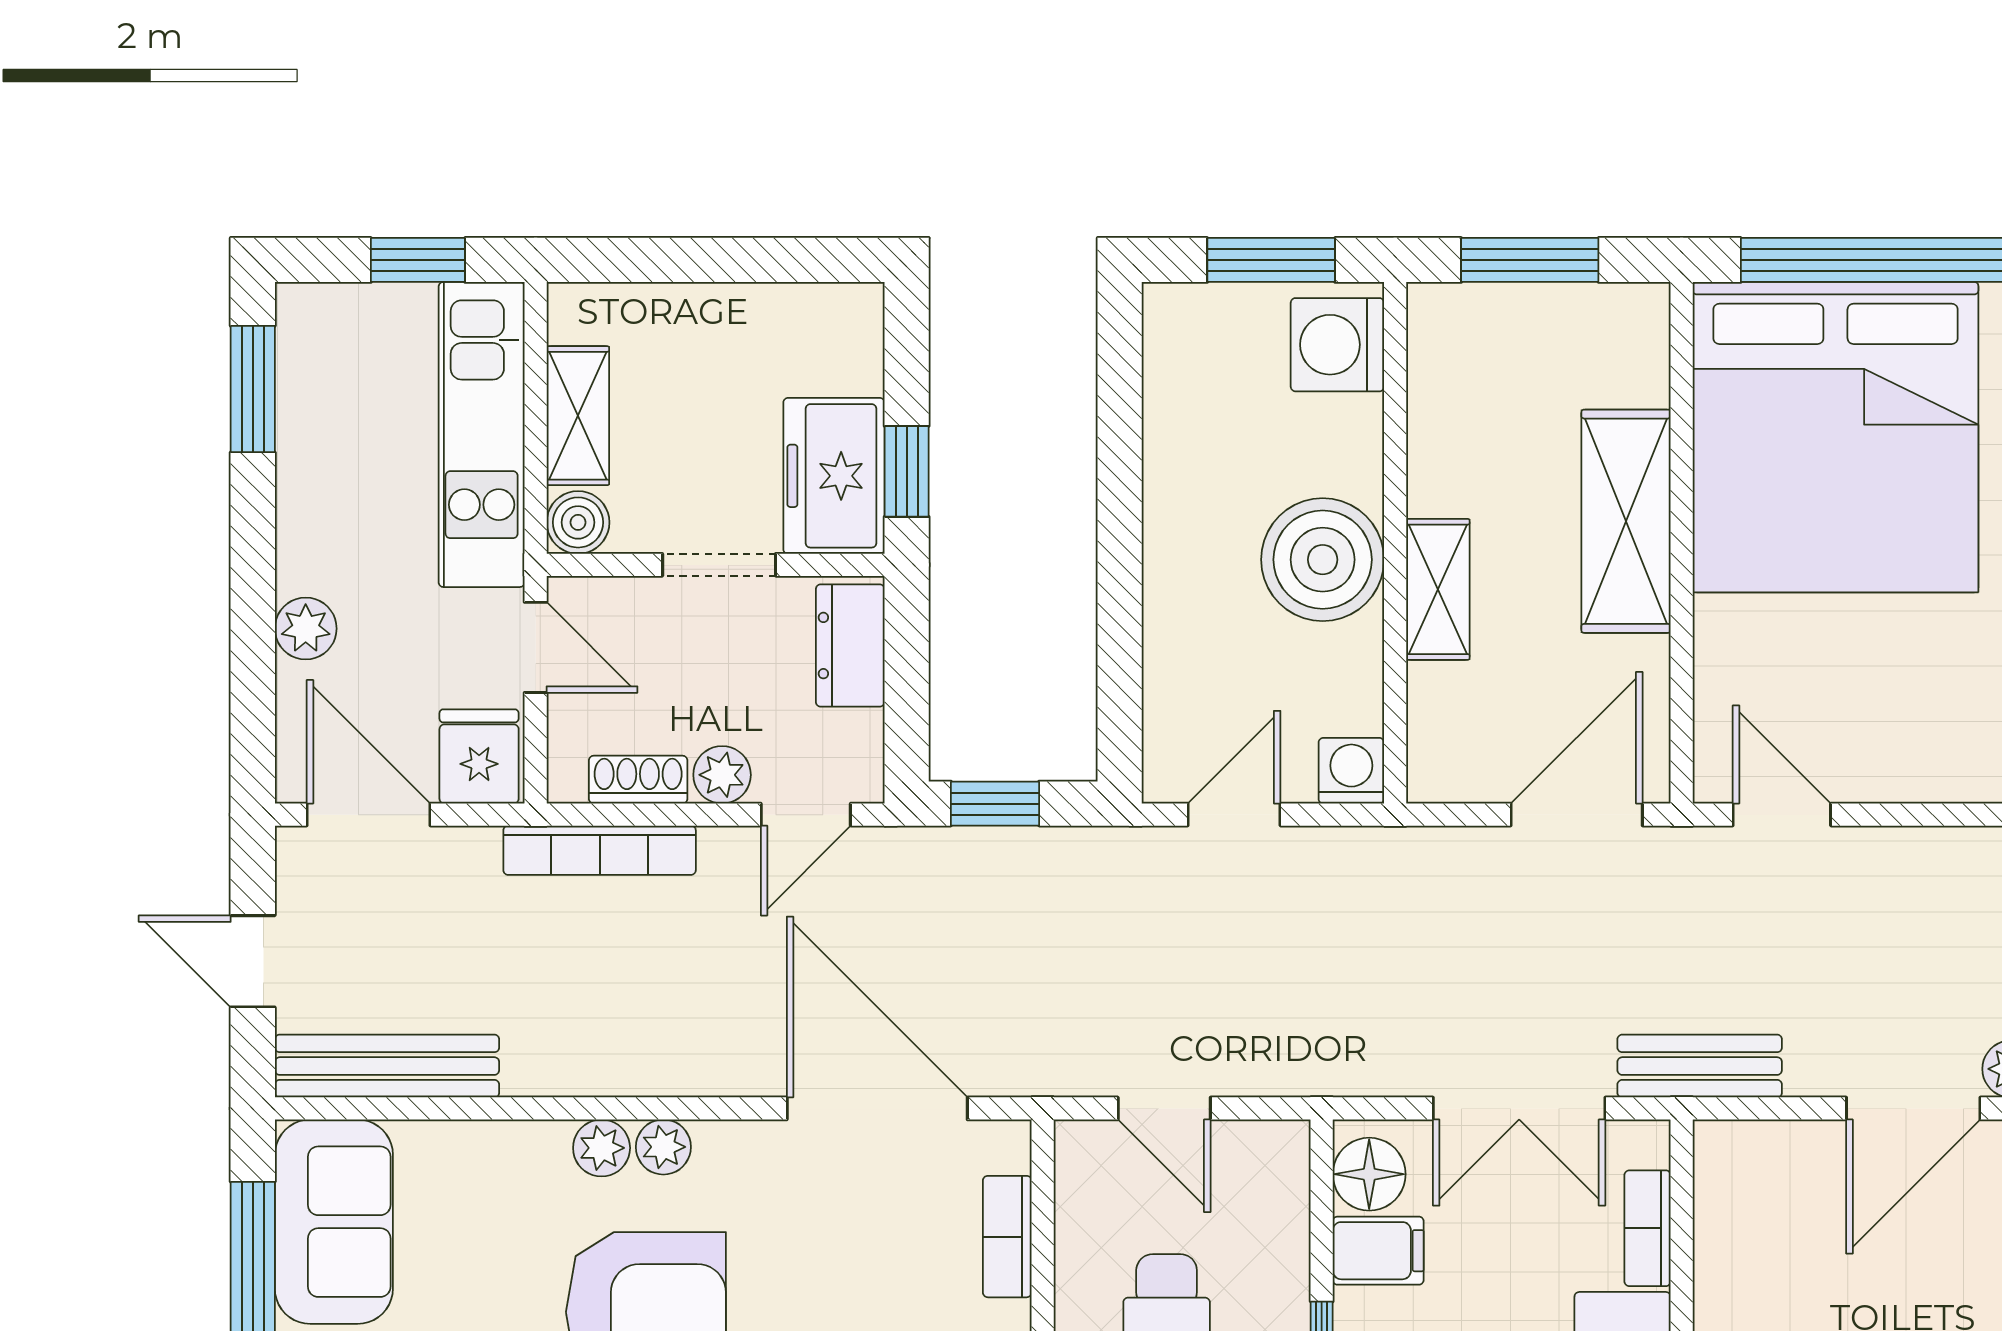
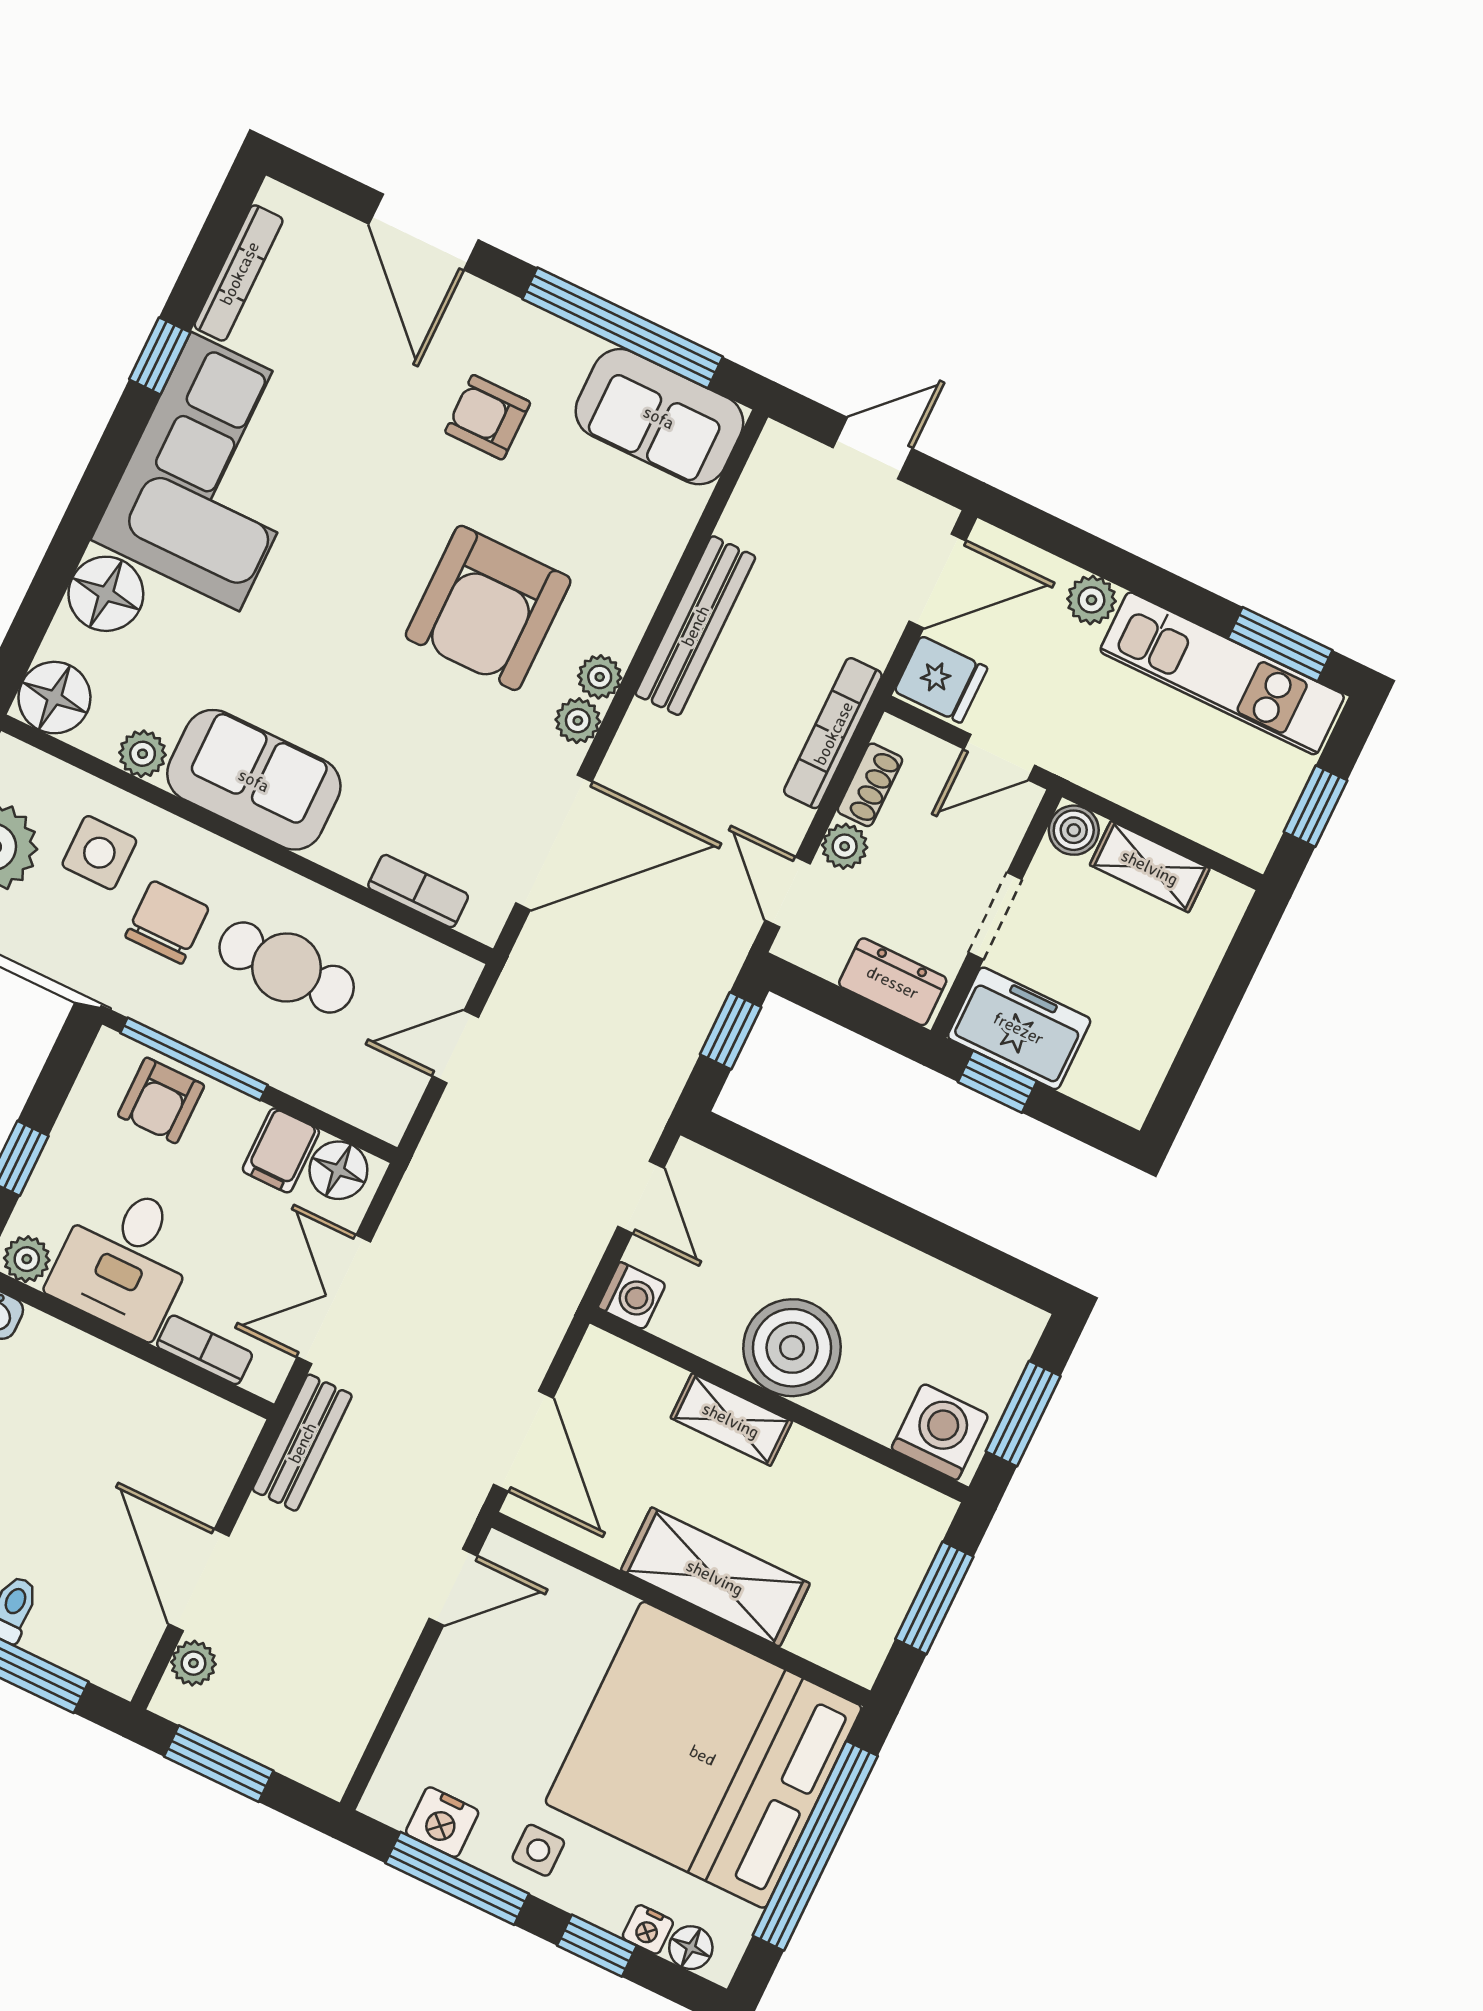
kitchen unit: (482, 434) -> (1222, 673), moved, turned 180
bench: (387, 1066) -> (695, 626), moved
plant: (602, 1148) -> (578, 721), moved

